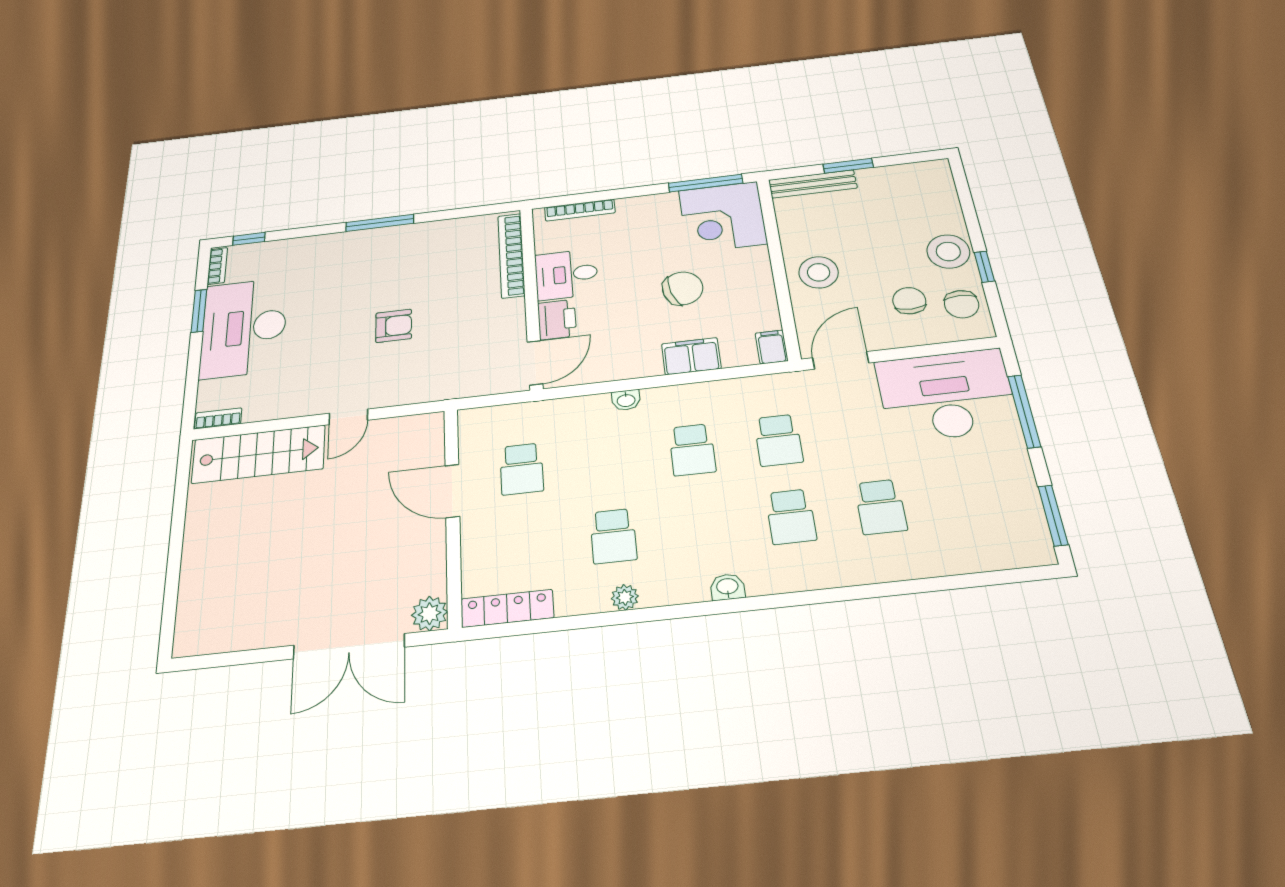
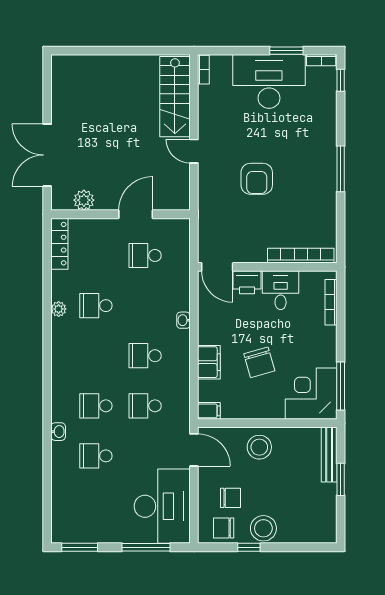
armchair: (394, 326) -> (257, 179), width x1.38, depth x1.38
washbasin: (727, 587) -> (58, 432), moved
plant: (430, 614) -> (84, 200), moved

